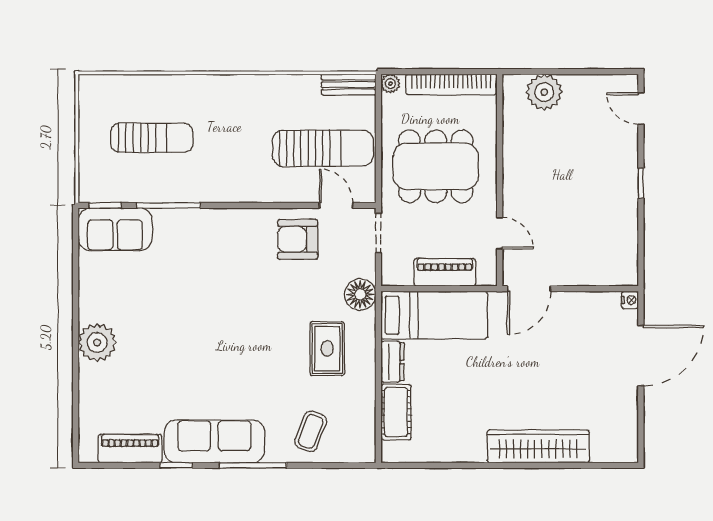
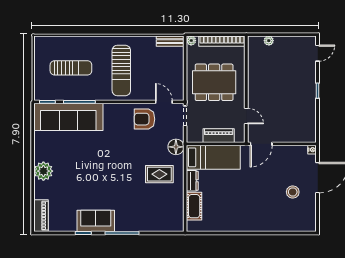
plant: (544, 92) -> (269, 41), width x0.53, depth x0.53
door: (641, 108) -> (318, 53), swing flipped
sun lounger: (323, 148) -> (121, 70), moved, turned 90
sofa: (115, 229) -> (68, 117), width x1.85, depth x1.27
rug: (327, 349) -> (159, 174), turned 90
stool: (592, 384) -> (293, 192), added
coffee table: (311, 431) -> (151, 216), removed
sofa: (214, 441) -> (96, 221), width x0.73
wardrobe: (538, 446) -> (266, 223), removed
piano: (130, 449) -> (41, 216), moved, turned 90

